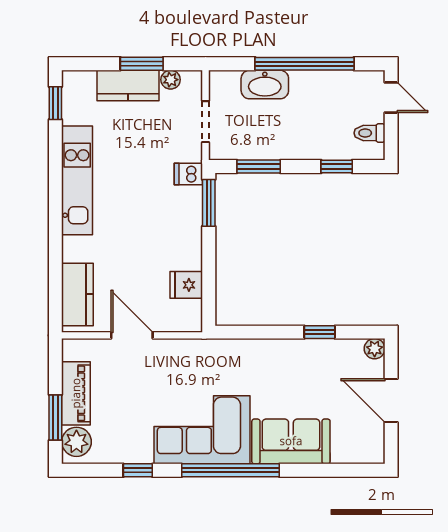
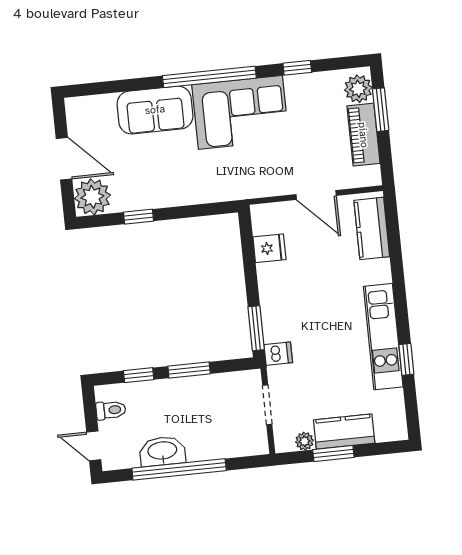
washbasin: (265, 85) -> (162, 451), moved
window: (55, 103) -> (406, 359), moved
window: (259, 167) -> (189, 370), moved
plant: (375, 349) -> (92, 197), width x1.87, depth x1.87

